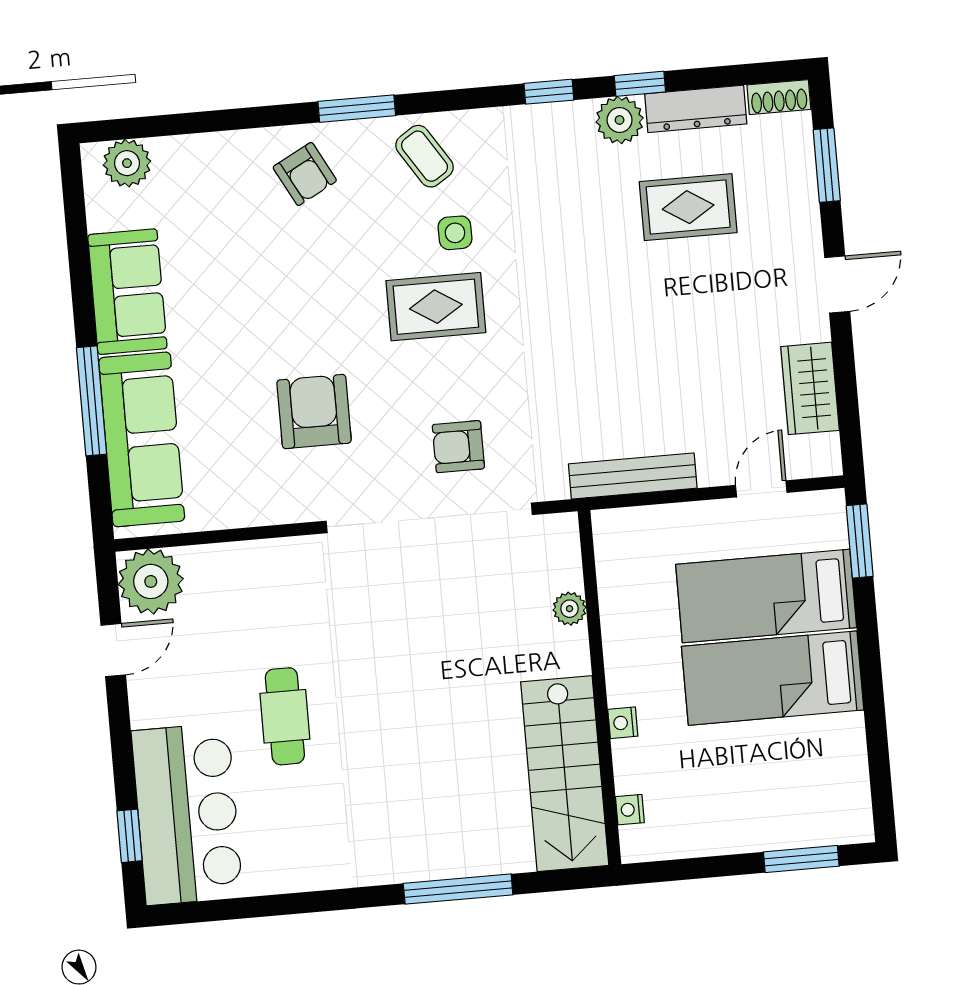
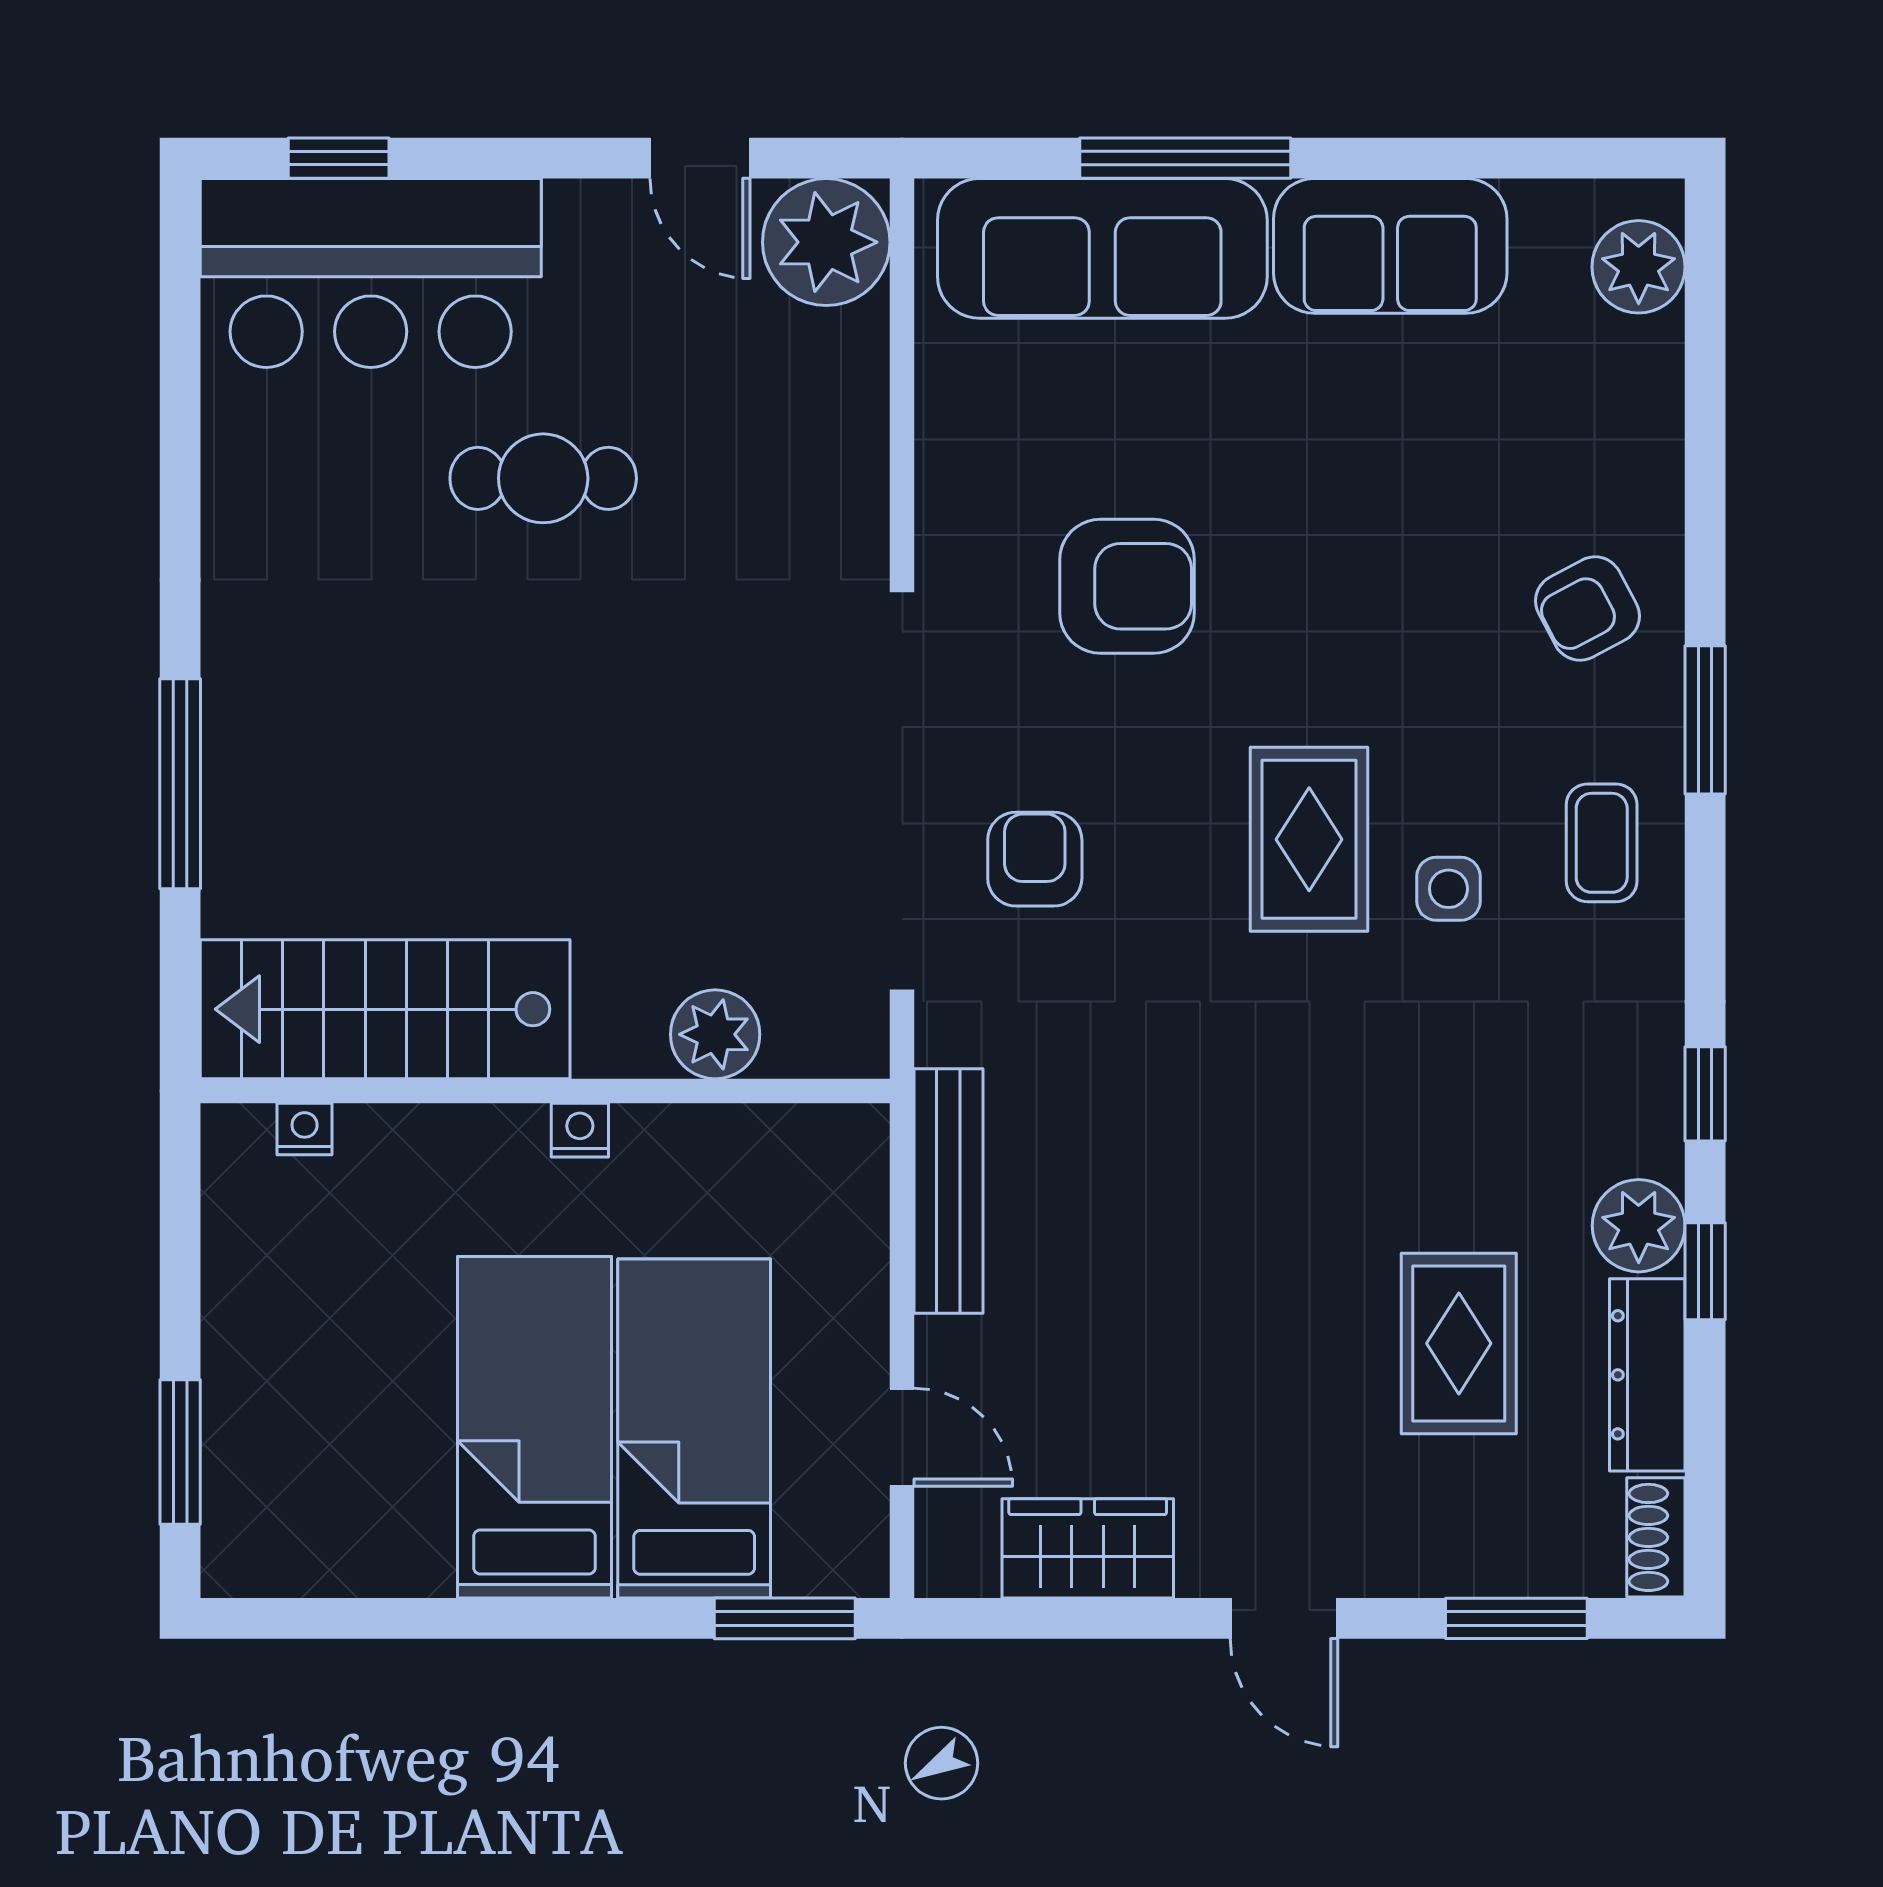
coffee table: (425, 156) -> (1602, 843), turned -57
plant: (570, 609) -> (715, 1034), width x1.38, depth x1.38
nightstand: (623, 723) -> (580, 1130), moved

